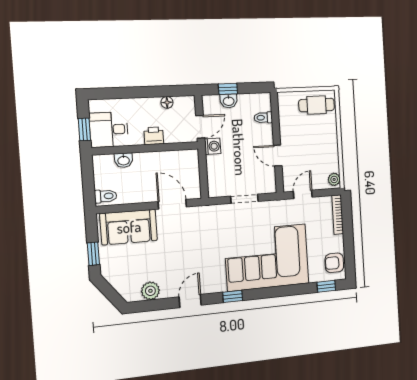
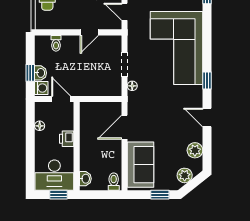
desk: (109, 130) -> (54, 175), width x1.37
washing machine: (213, 146) -> (41, 88), moved, turned 90
washbasin: (124, 160) -> (85, 179), moved
floor lamp: (221, 210) -> (132, 86), added
plant: (119, 282) -> (185, 175), added

